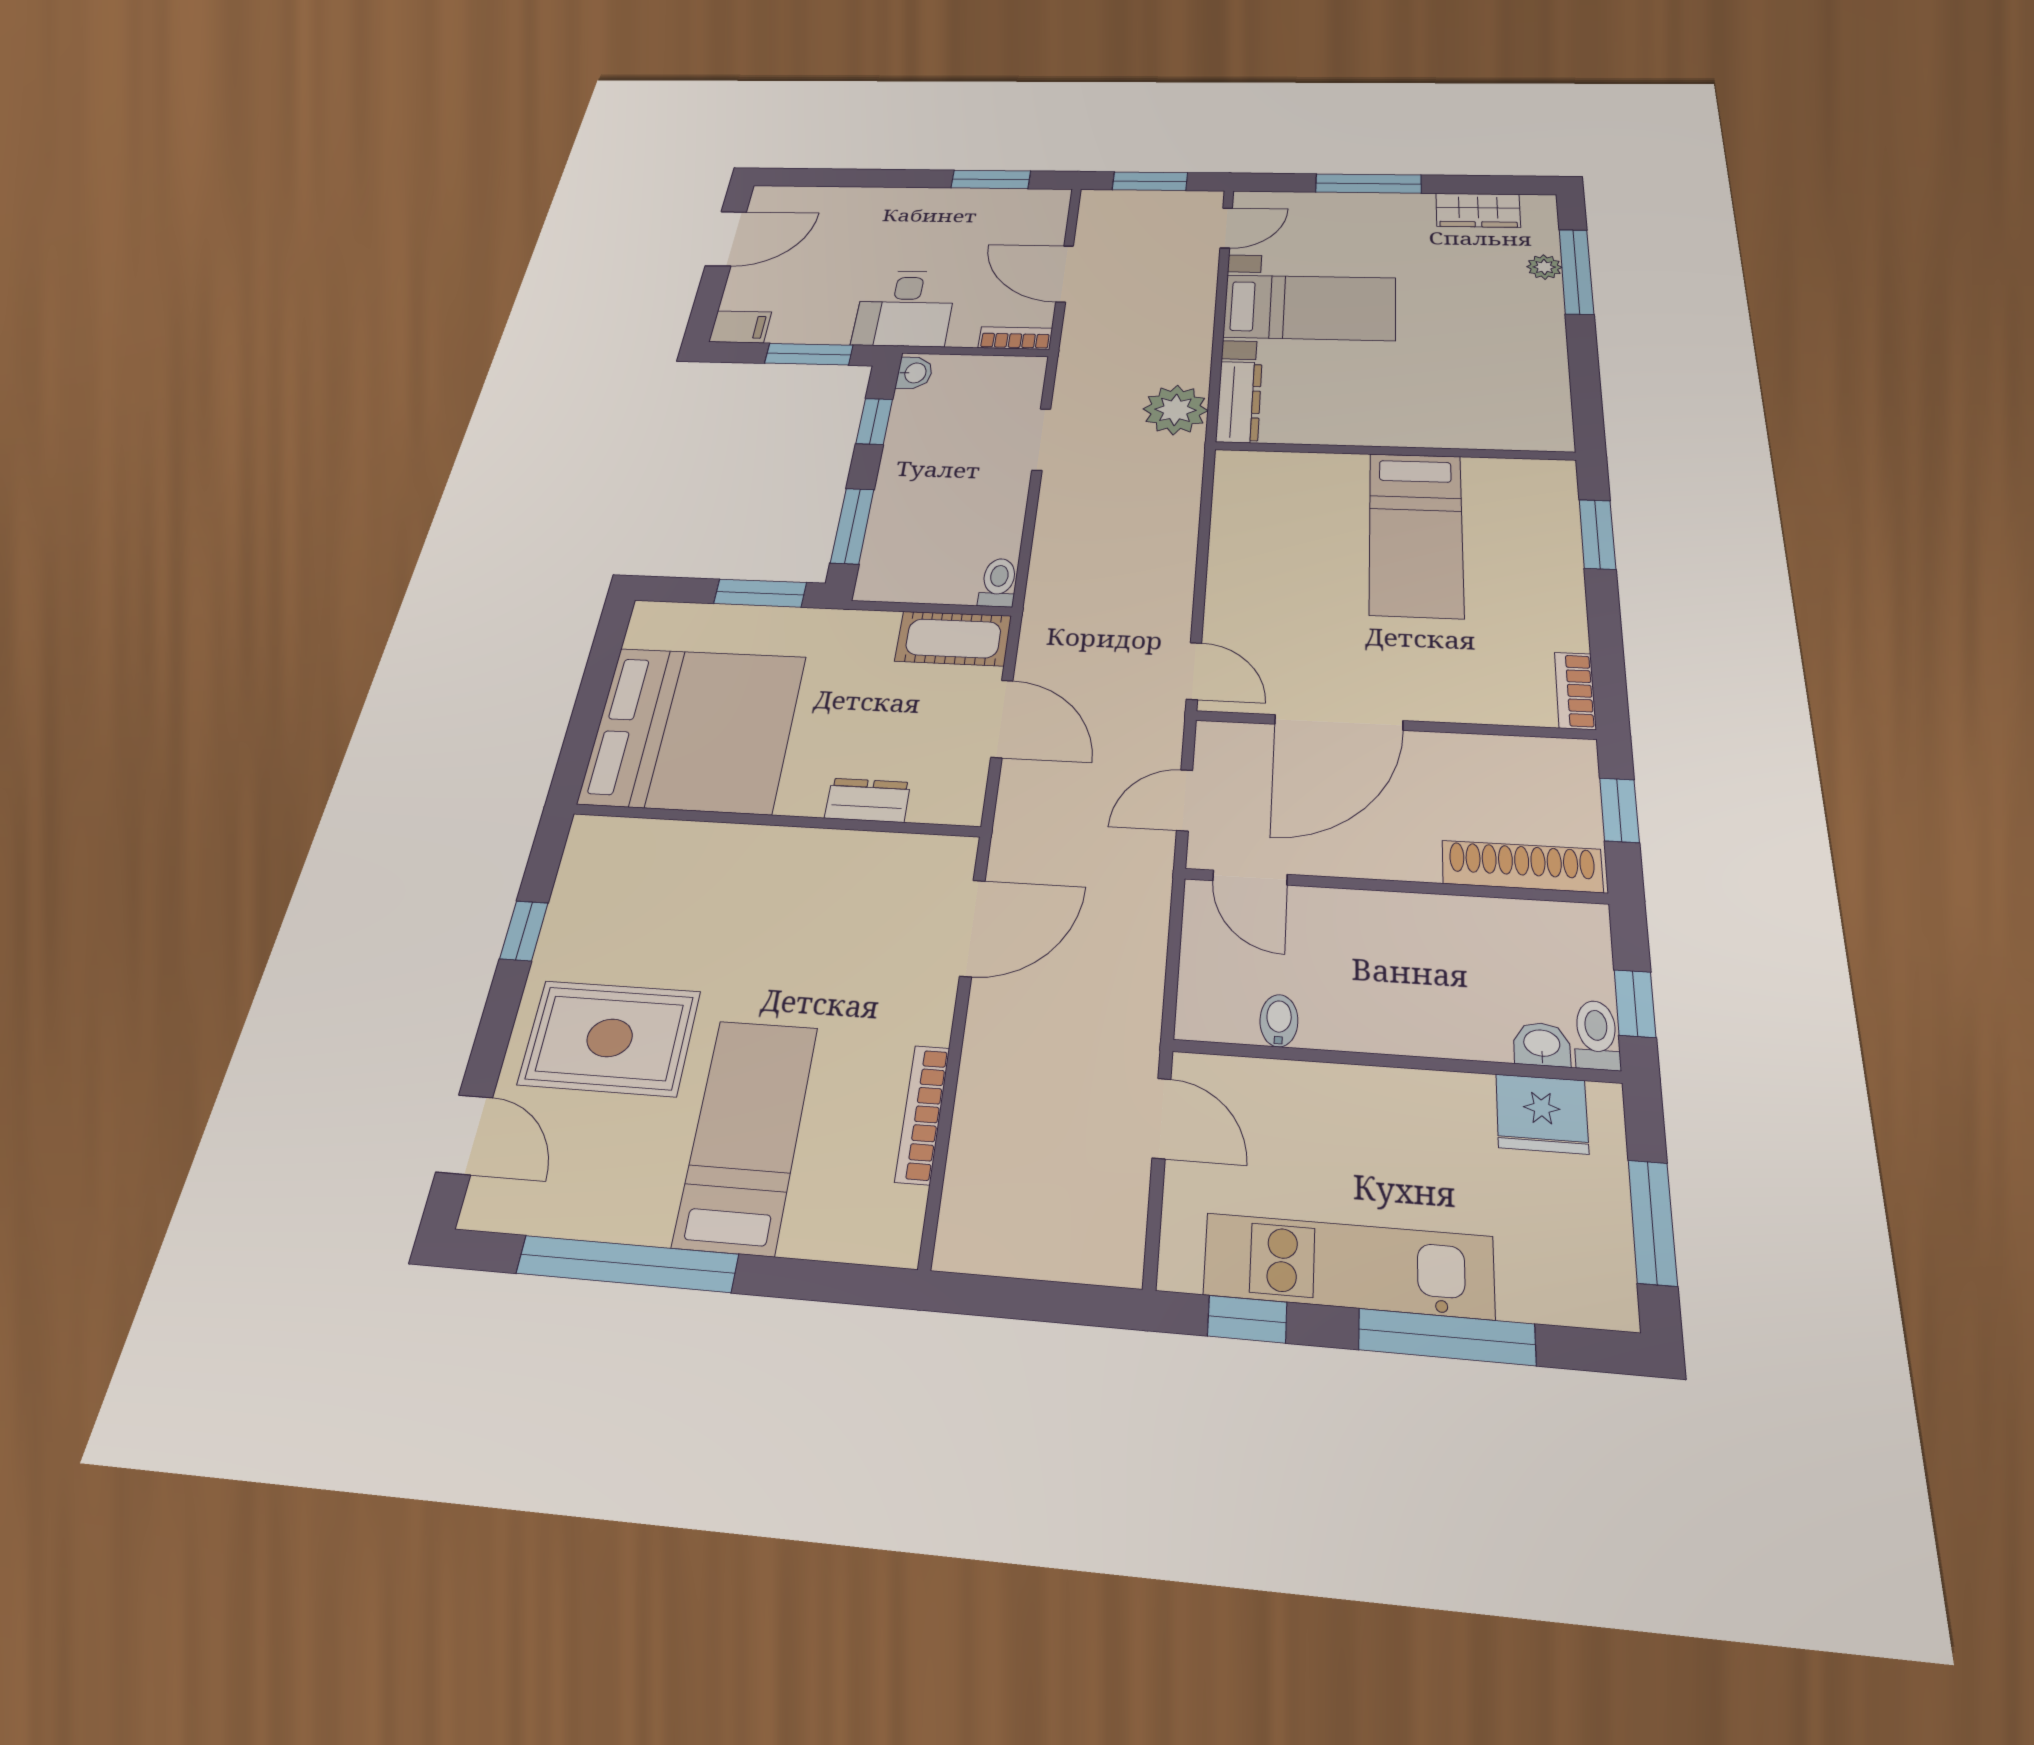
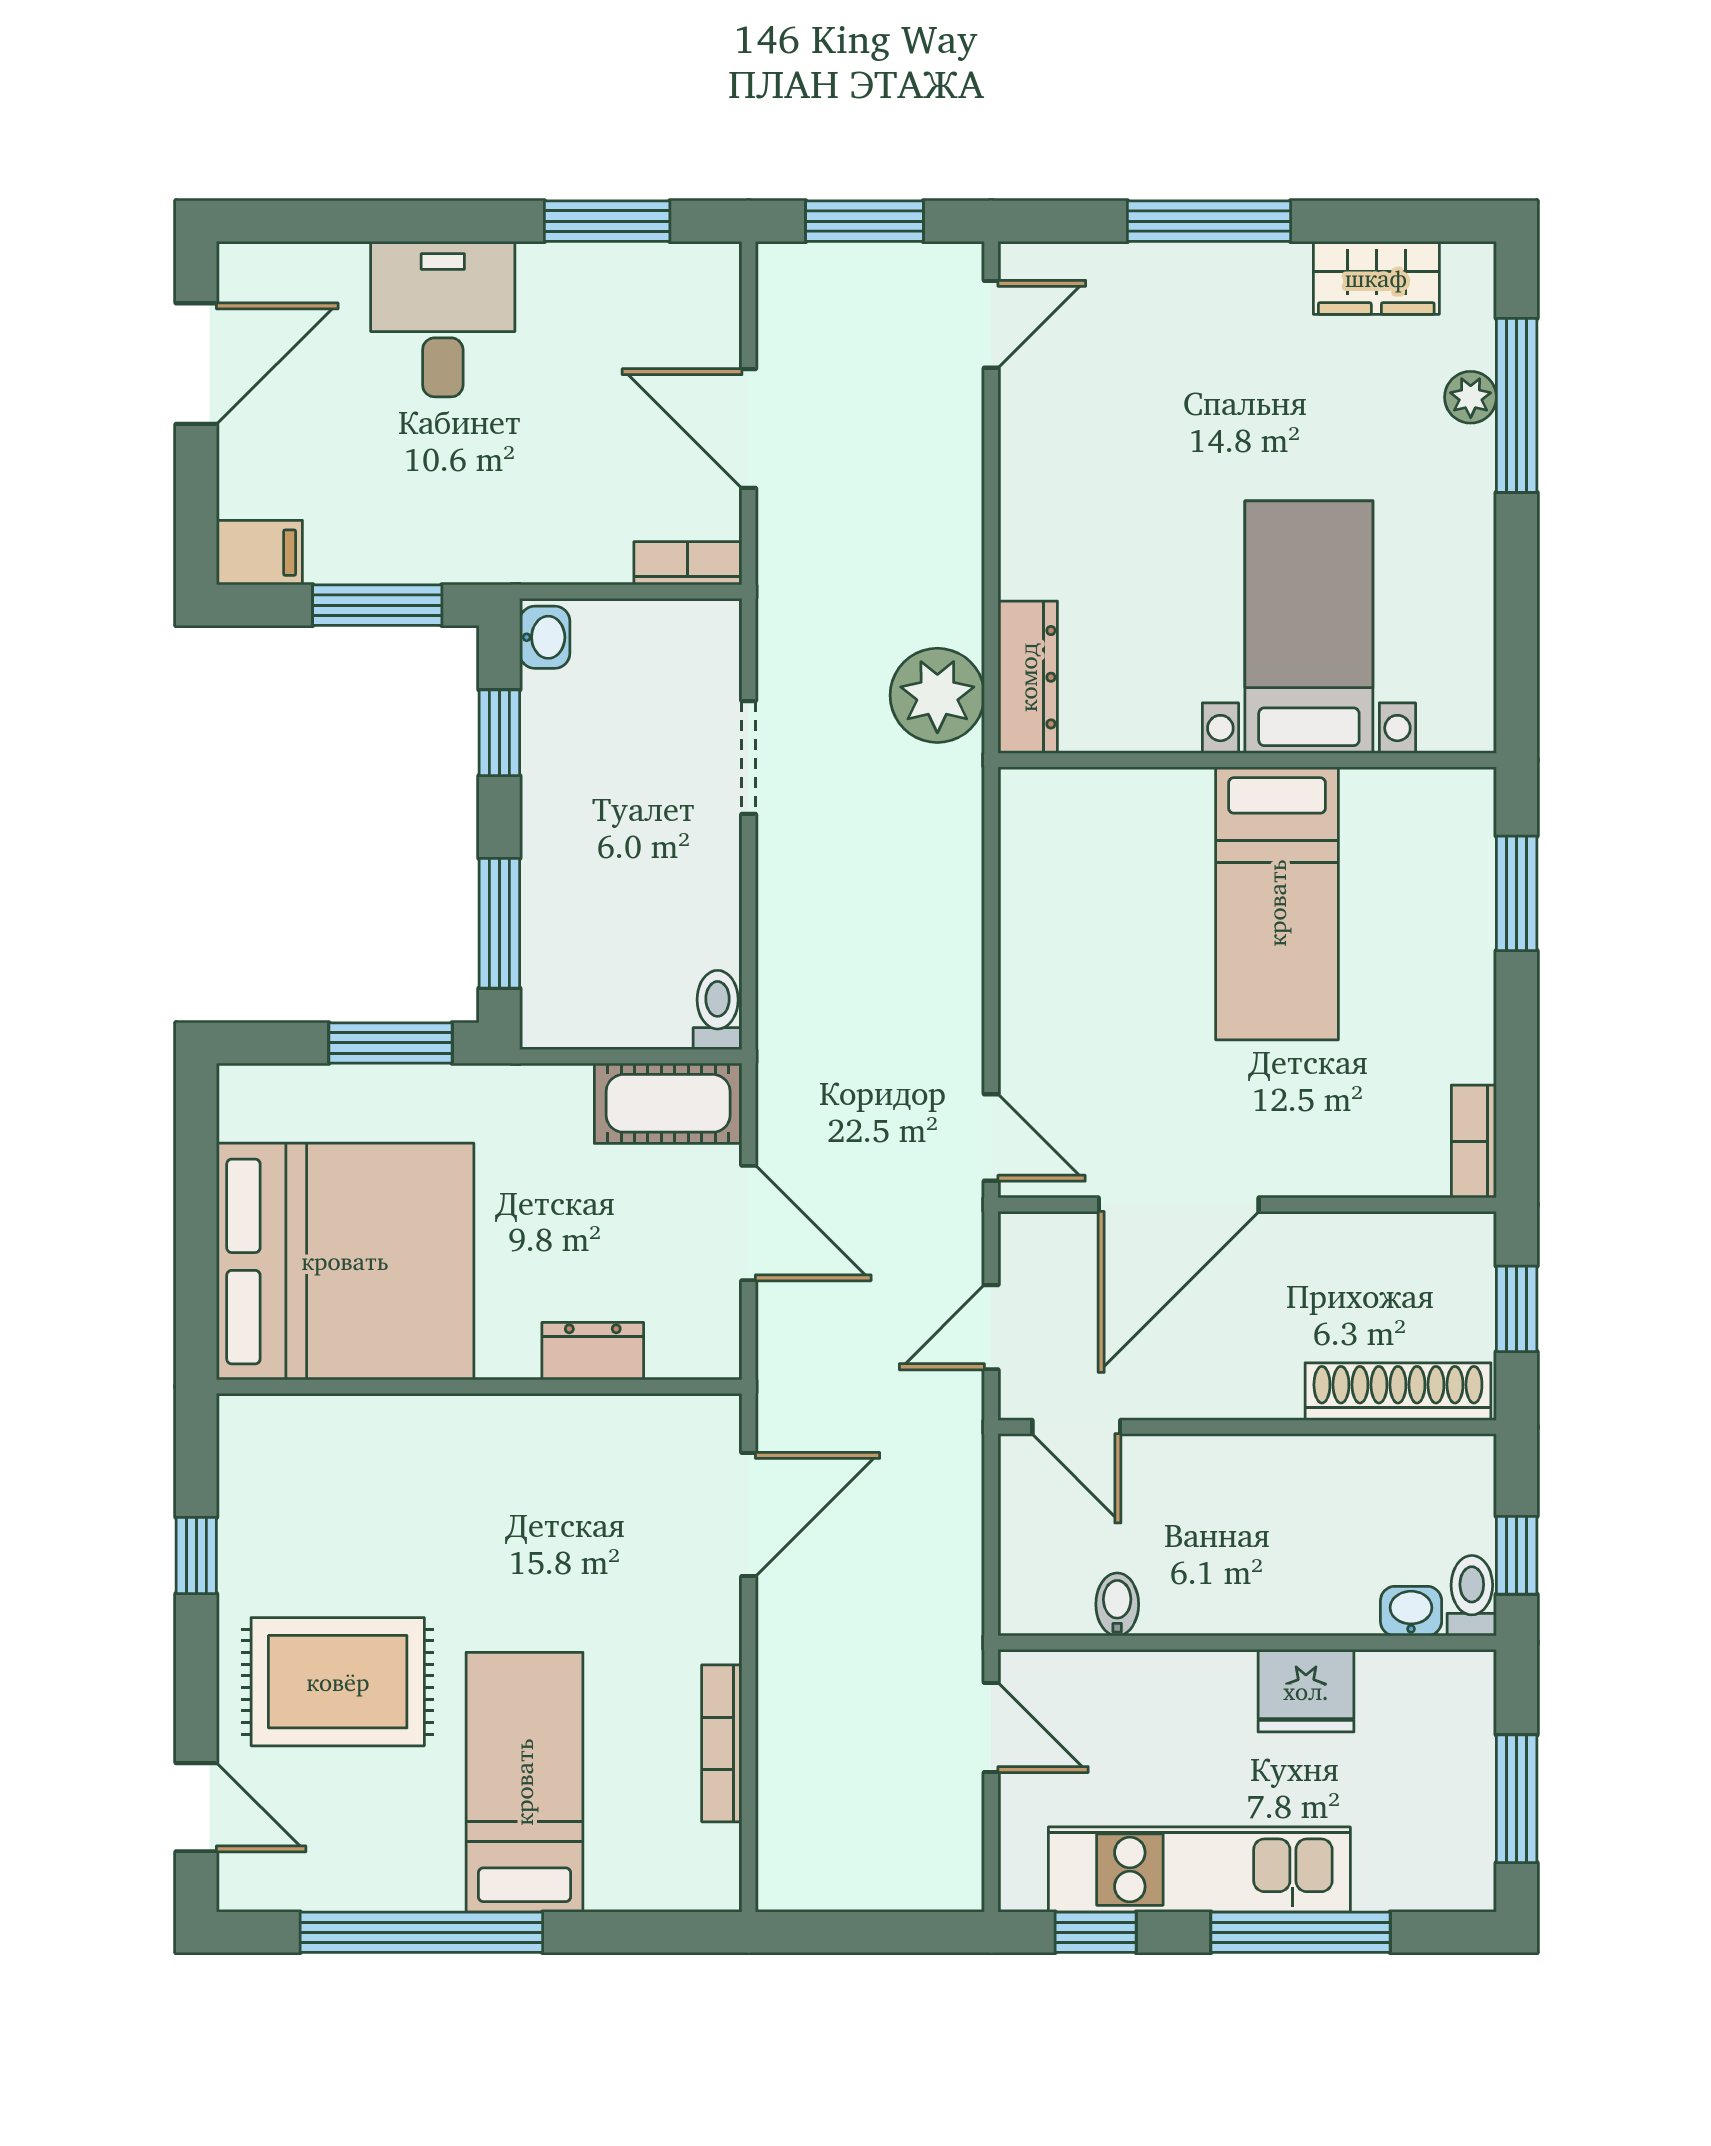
bed with nightstands: (1310, 307) -> (1309, 627), moved, turned -90
desk: (905, 308) -> (443, 319), moved, turned 180
fridge: (1542, 1114) -> (1306, 1691), moved

